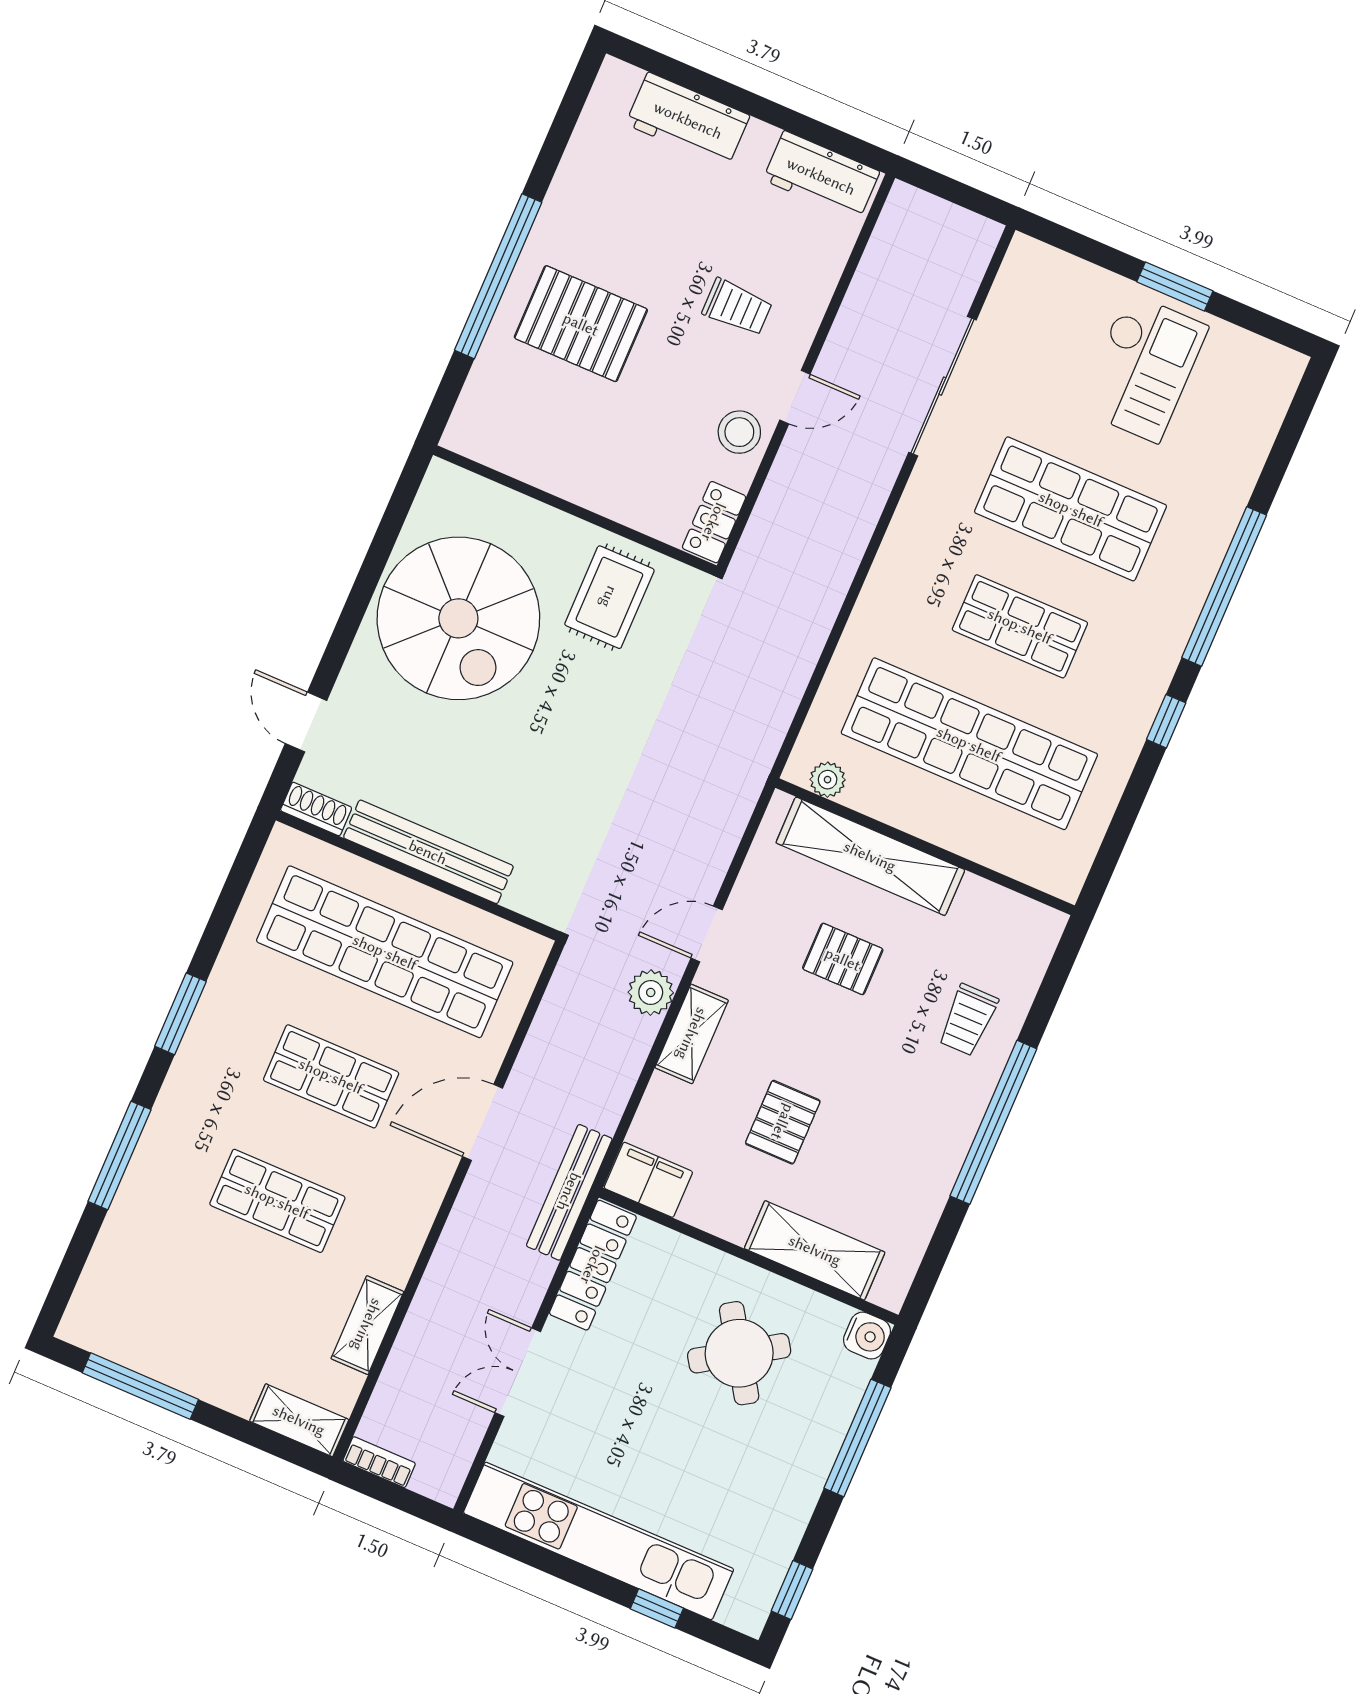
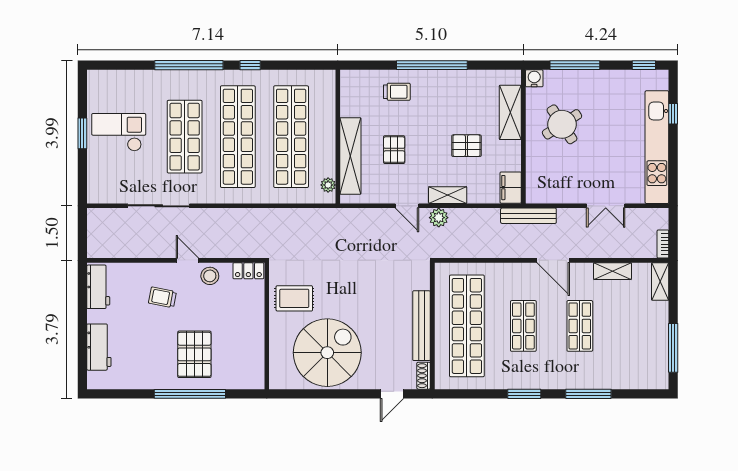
trolley: (737, 307) -> (162, 297), turned -79
shop shelf: (1020, 626) -> (238, 137), width x2.00, depth x1.36
door: (483, 1122) -> (553, 260), moved
locker: (593, 1265) -> (552, 195), removed

